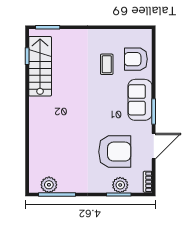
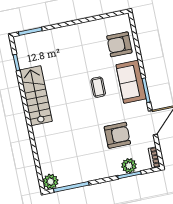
coffee table: (107, 64) -> (98, 87), moved
stairs: (40, 66) -> (36, 96), moved
armchair: (115, 152) -> (117, 135), width x0.73, depth x0.73
plant: (49, 185) -> (50, 182), moved

